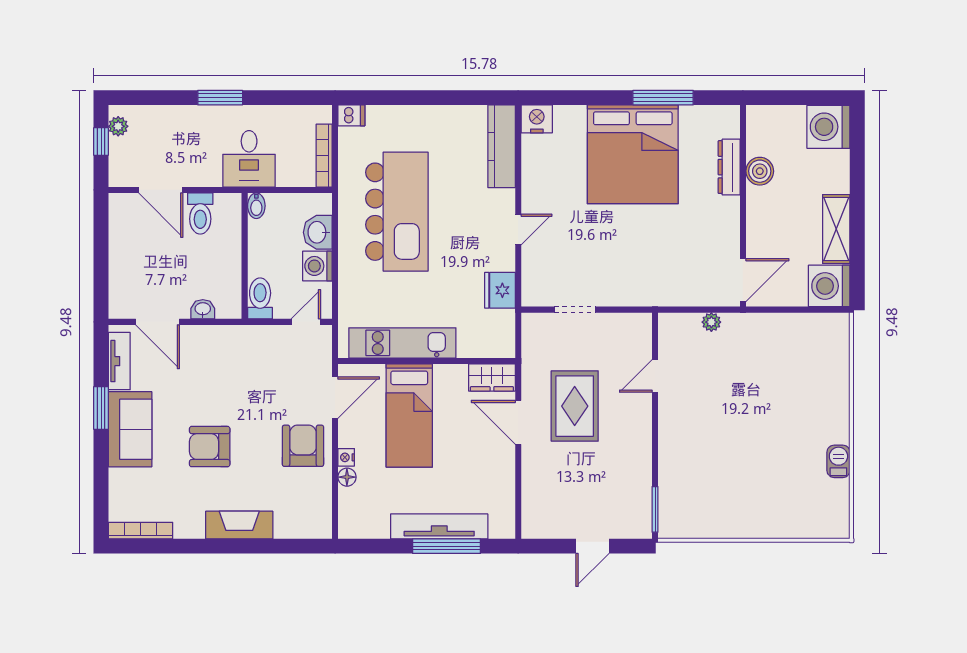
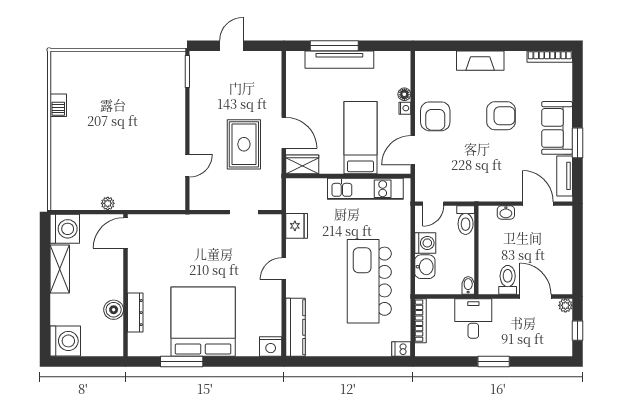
plant: (118, 126) -> (565, 305), moved
plant: (711, 322) -> (108, 203), moved

